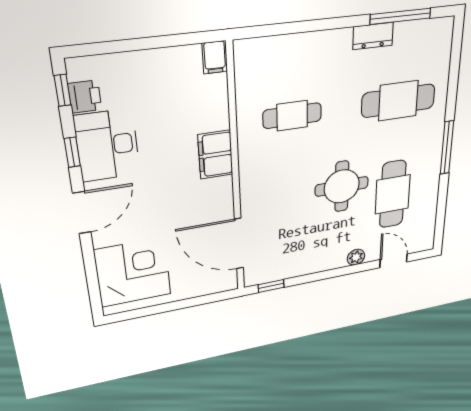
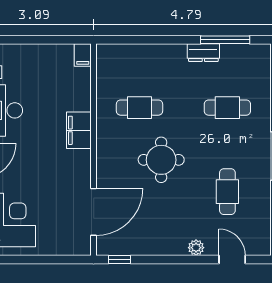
cafe table: (398, 101) -> (227, 108), width x0.73, depth x0.74
round table: (342, 186) -> (161, 160), moved
cafe table: (393, 194) -> (227, 192), width x0.73, depth x0.74
door: (239, 244) -> (94, 212), swing flipped

